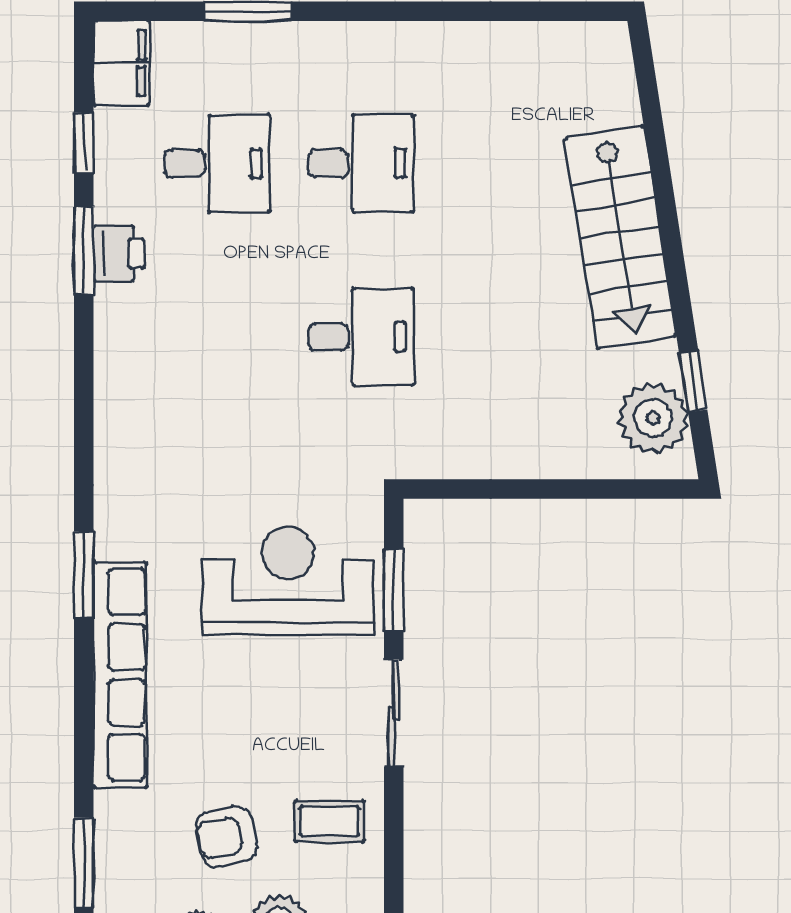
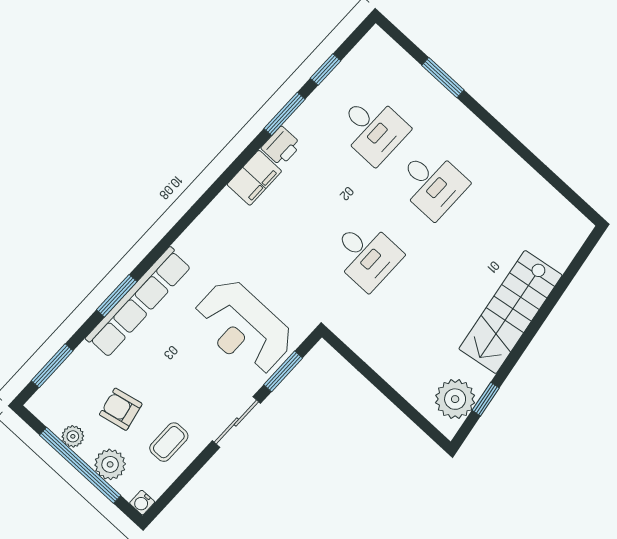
filing cabinet: (122, 63) -> (254, 178), moved
printer: (119, 253) -> (281, 146), moved
window: (84, 575) -> (117, 296), moved
reception desk: (288, 581) -> (243, 327), turned 180
coffee table: (329, 821) -> (169, 442), turned 90

